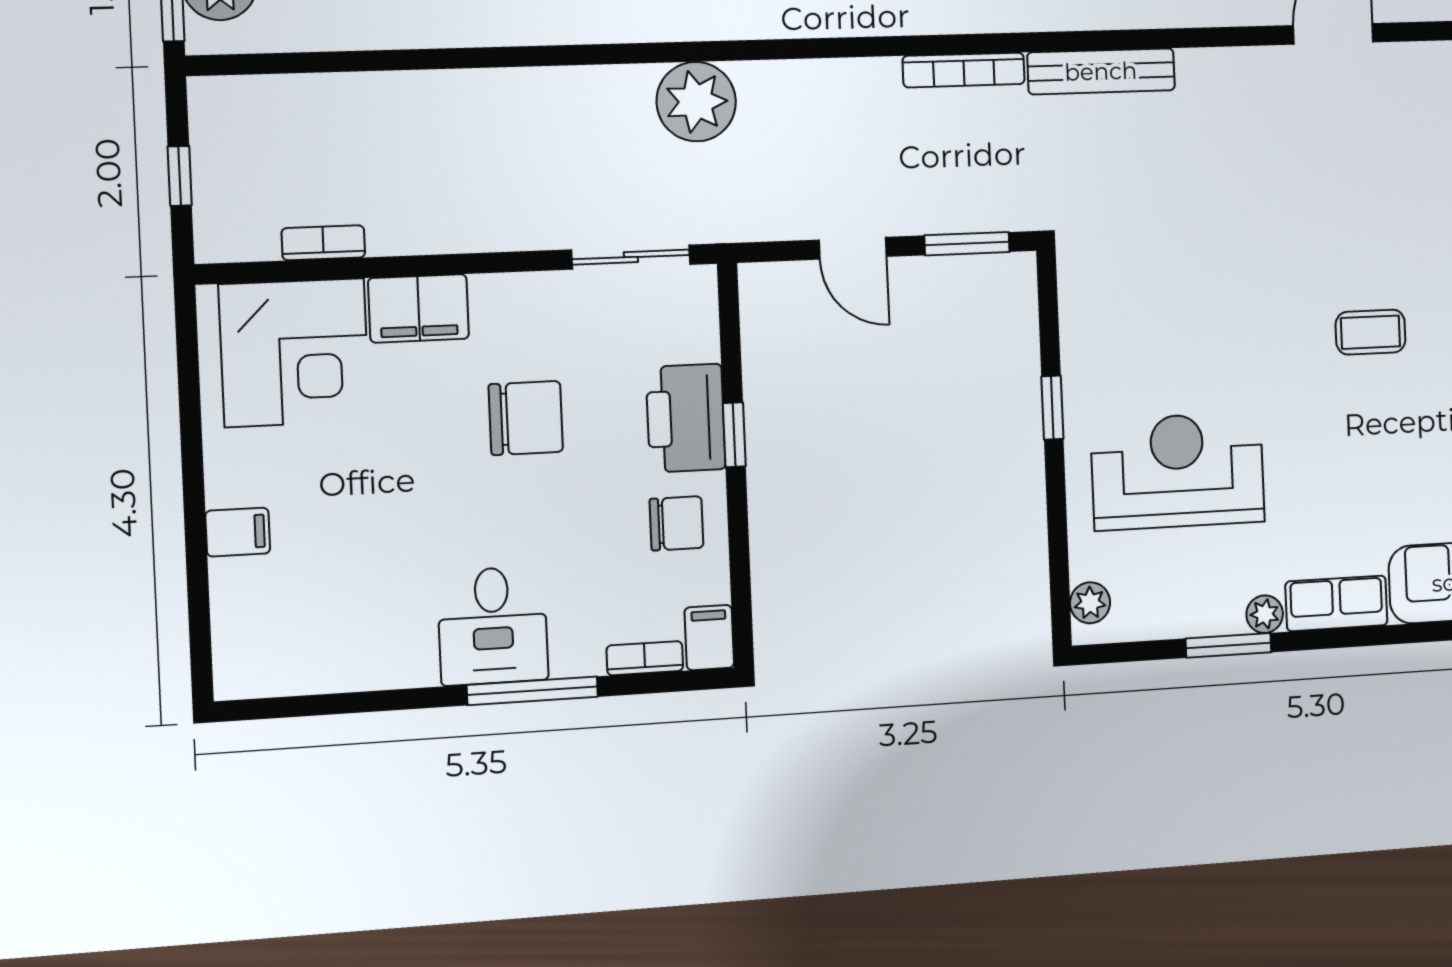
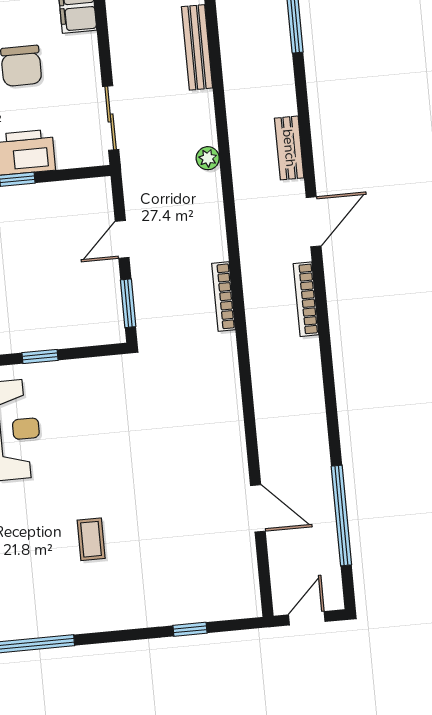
bench: (1101, 71) -> (197, 47), moved
plant: (696, 102) -> (208, 158), width x0.53, depth x0.53

